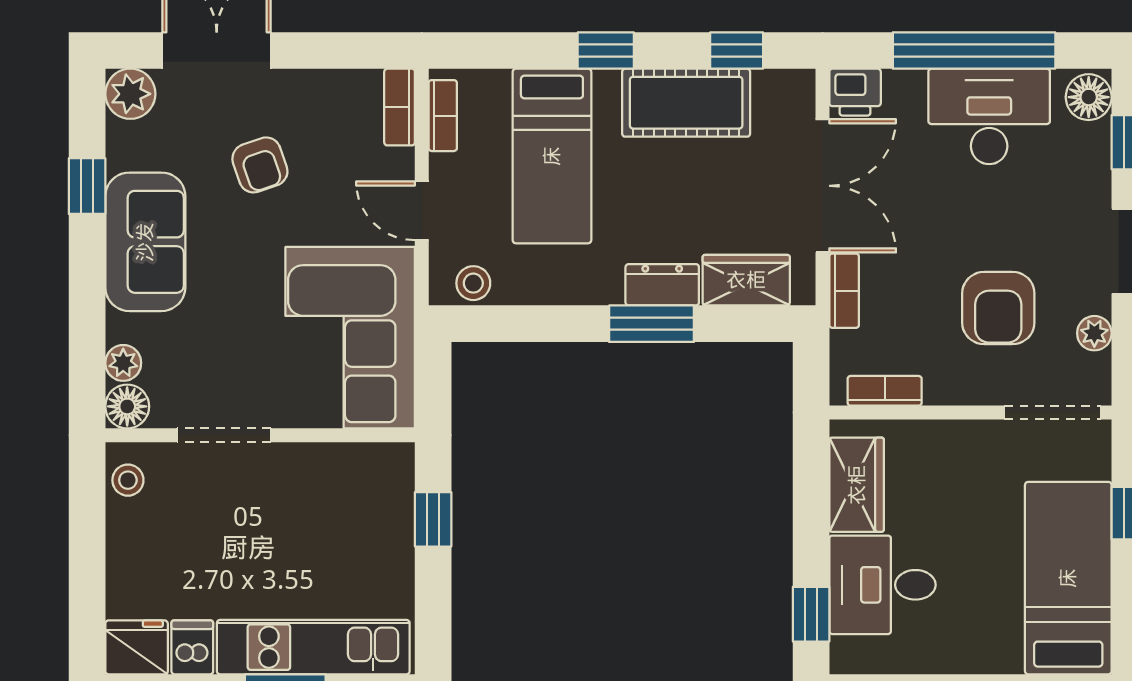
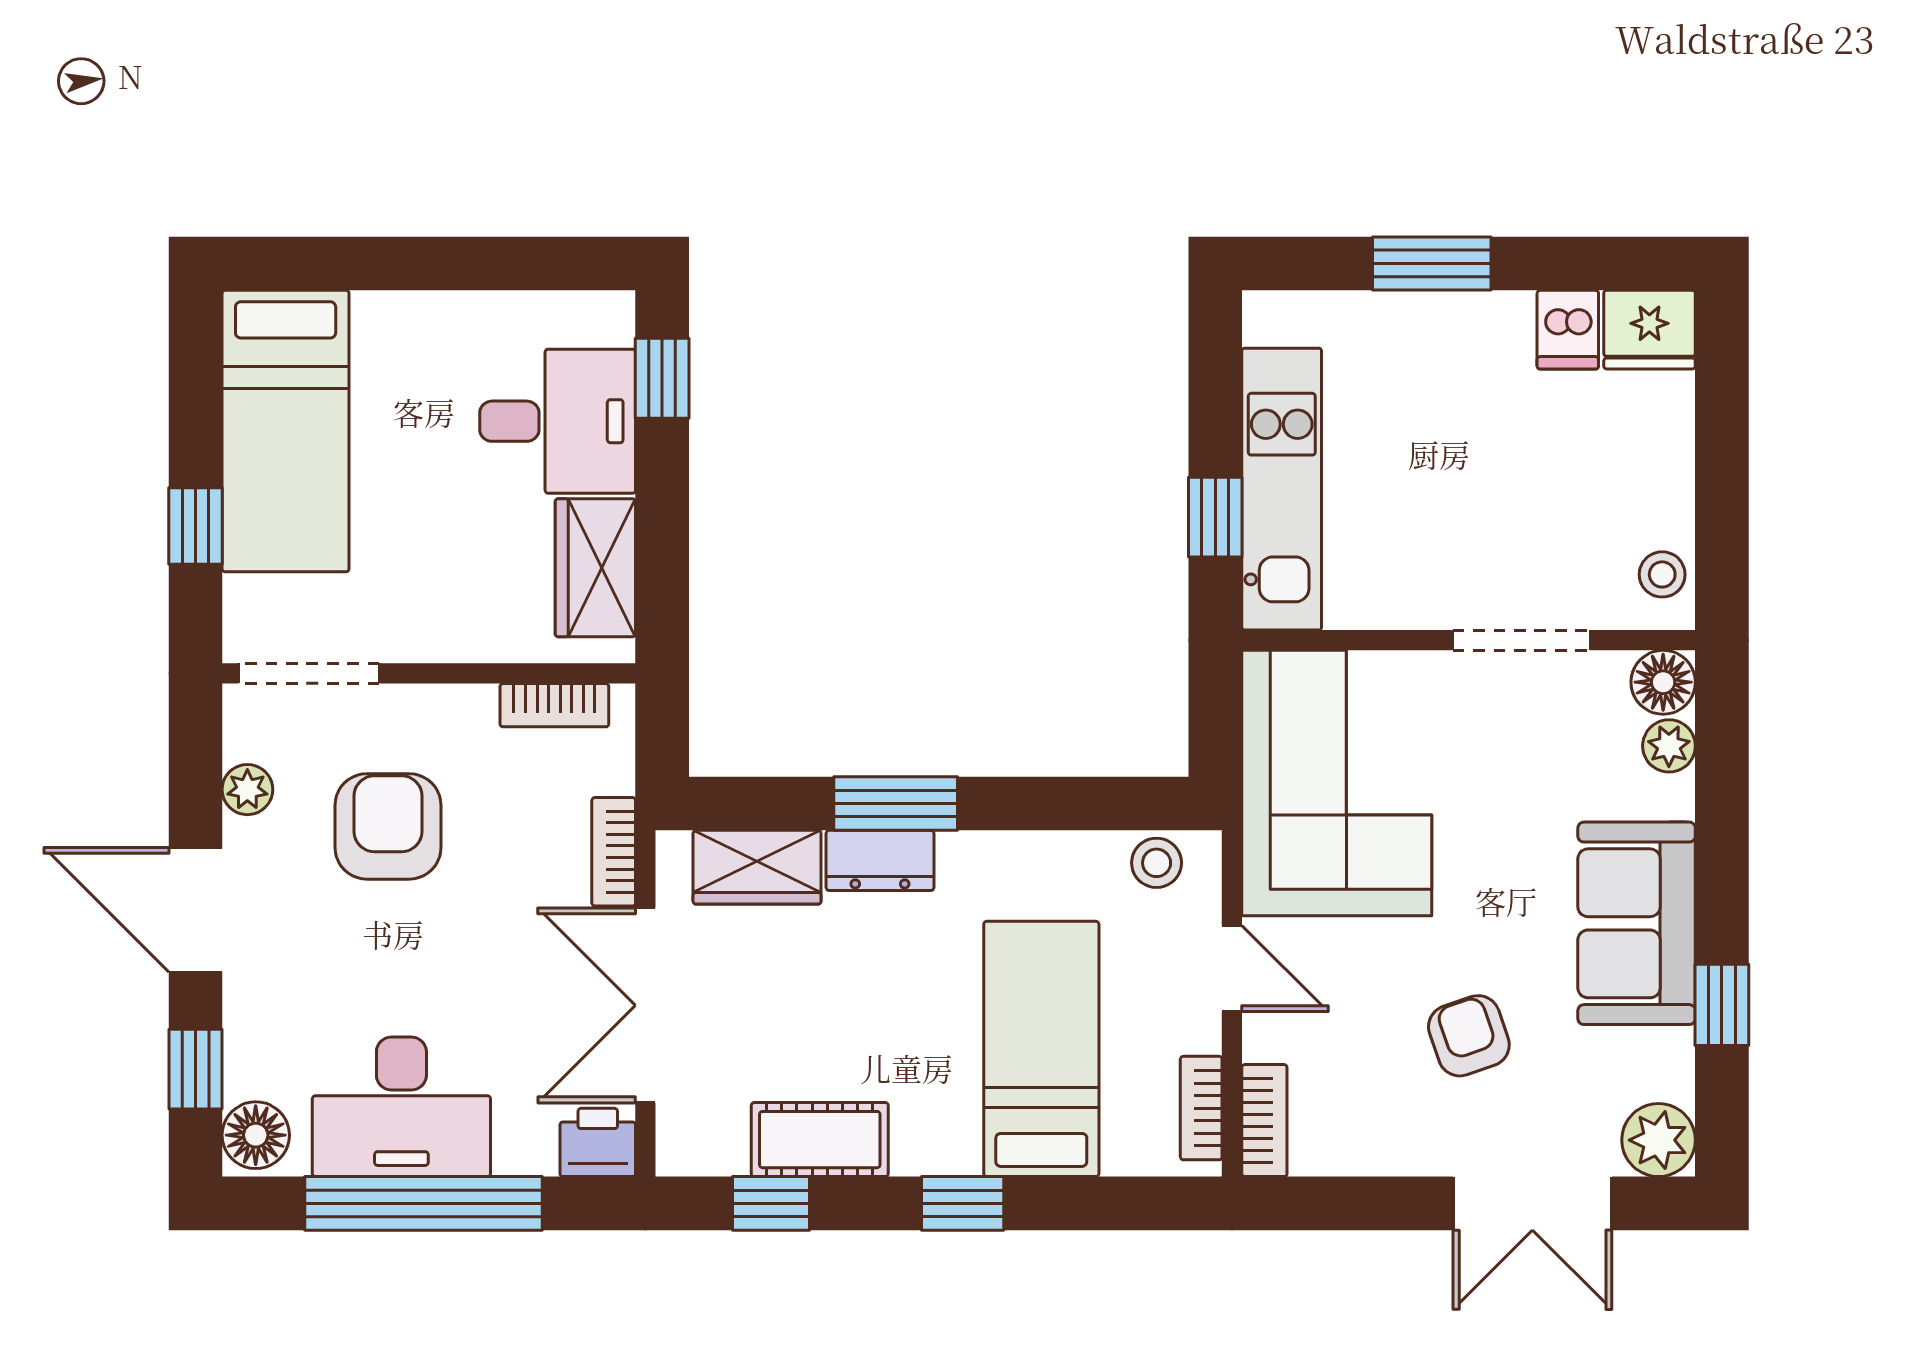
cot: (686, 103) -> (820, 1140), width x0.73, depth x0.75
kitchen unit: (313, 647) -> (1282, 489), moved, turned -90

